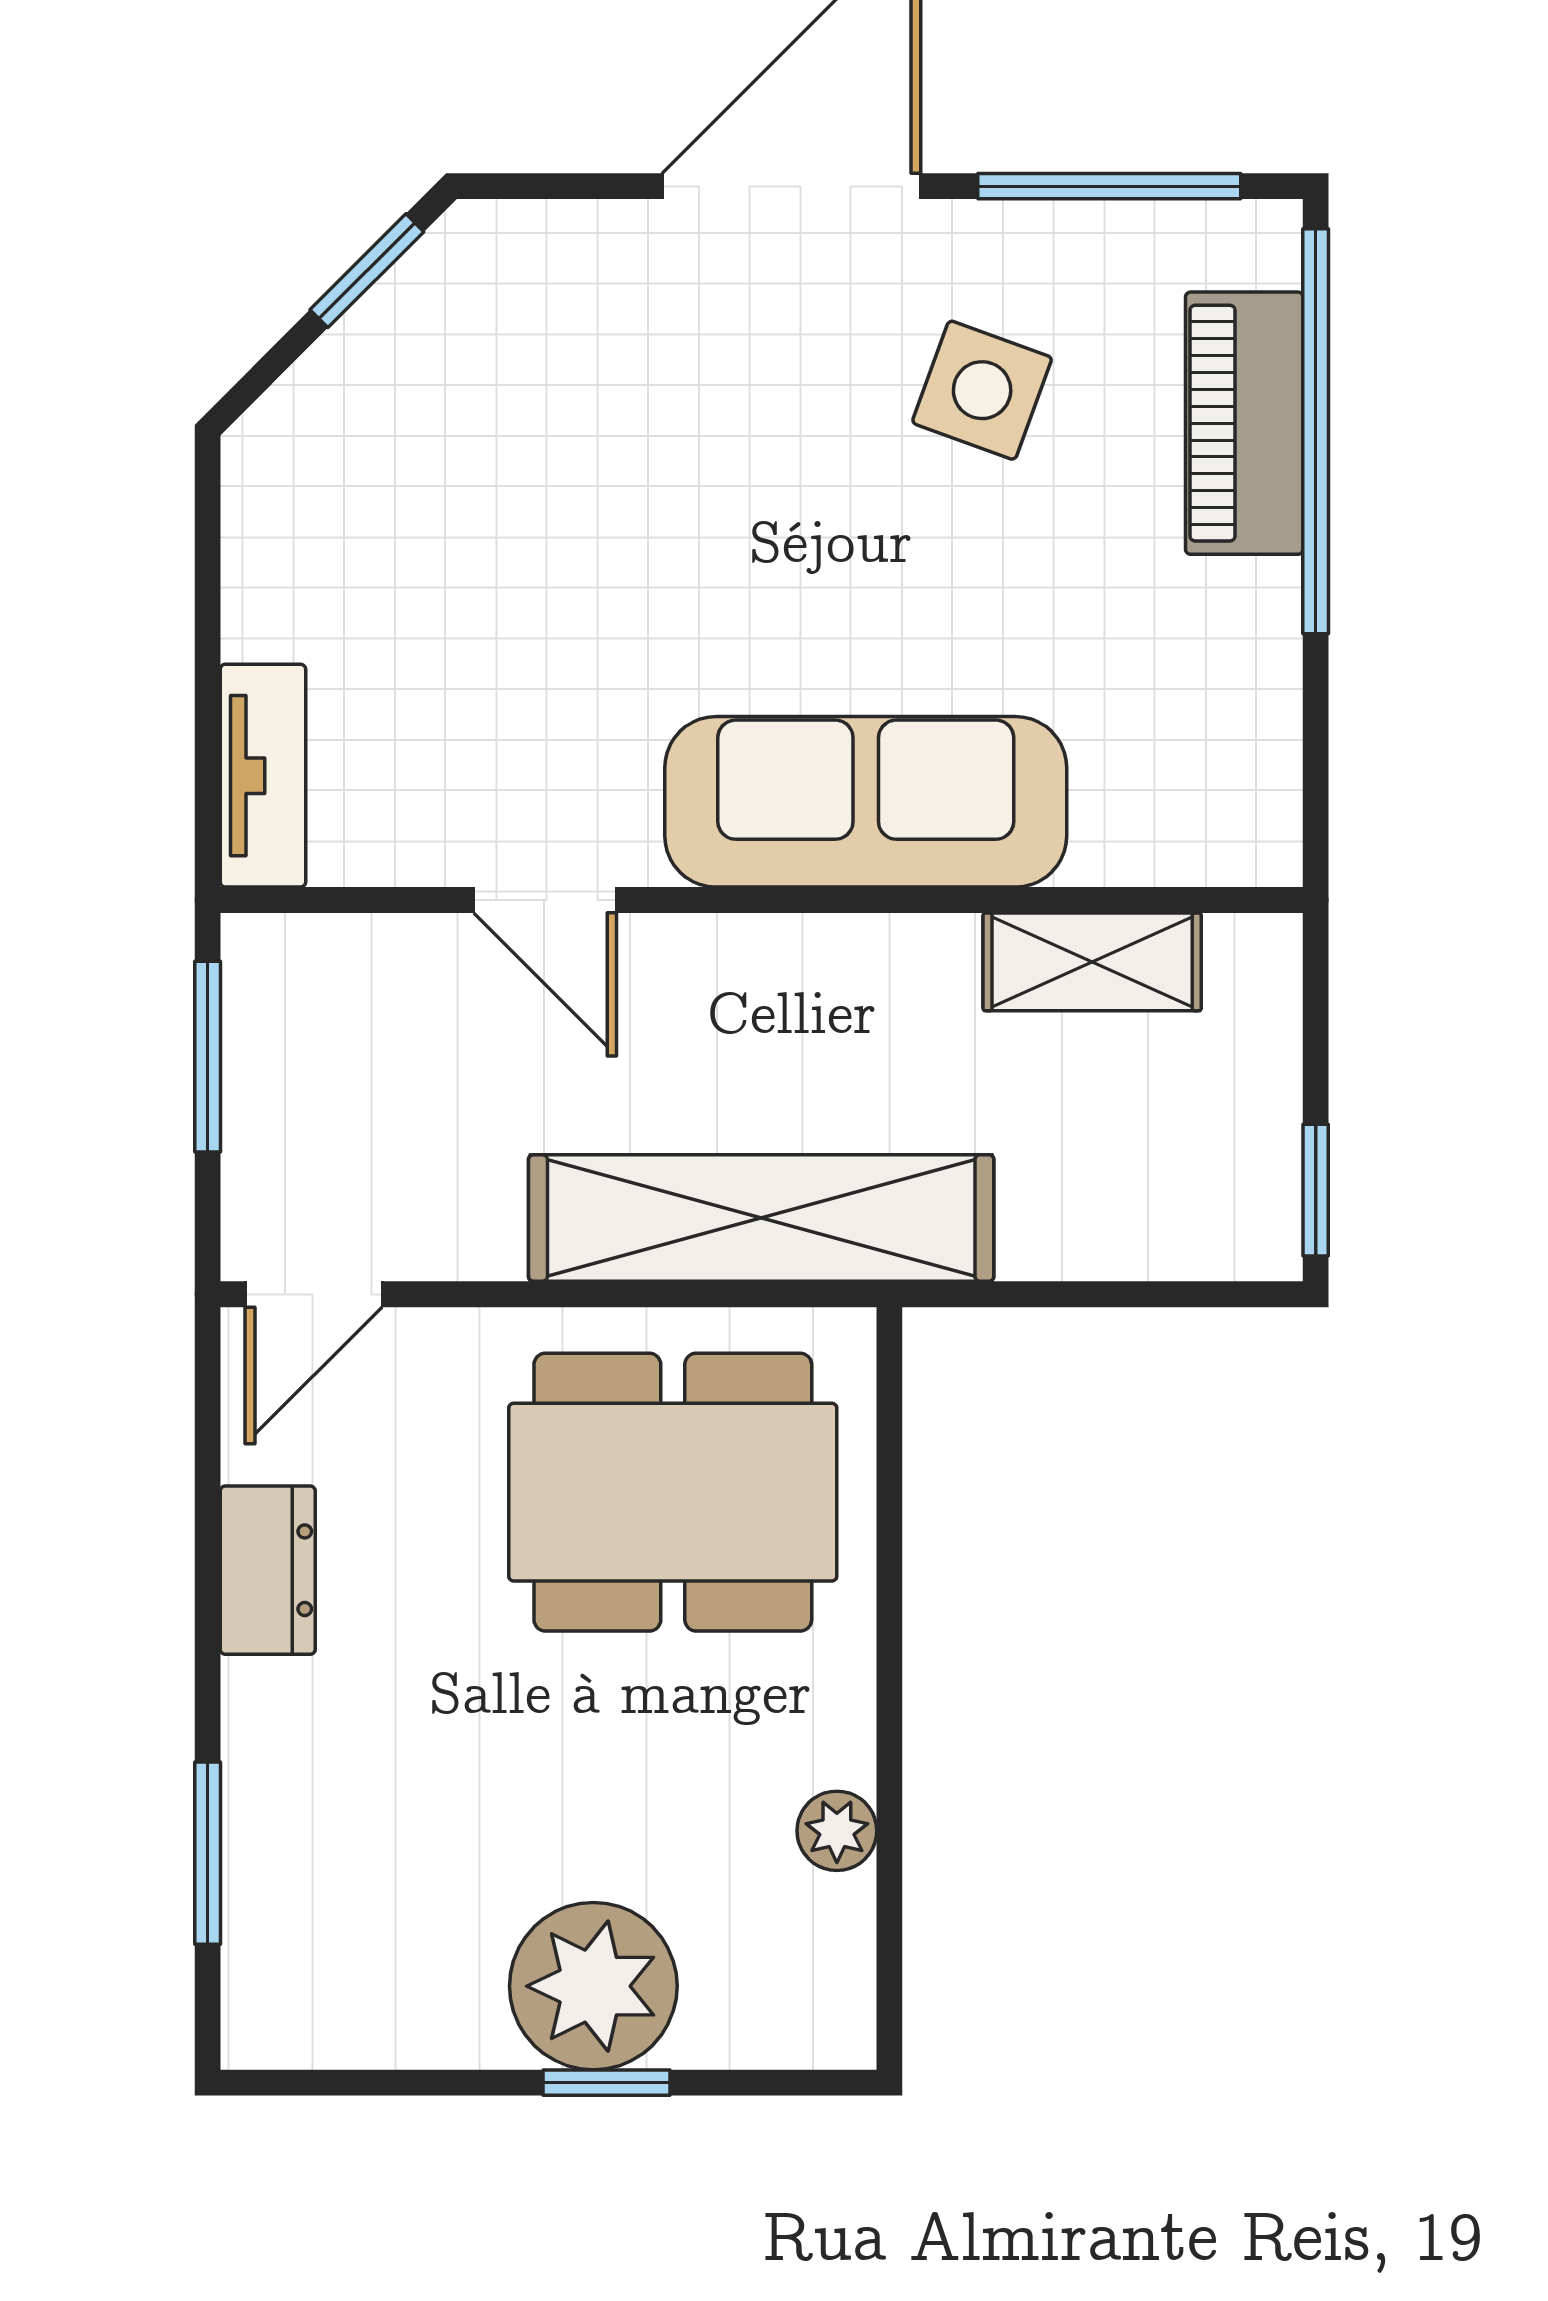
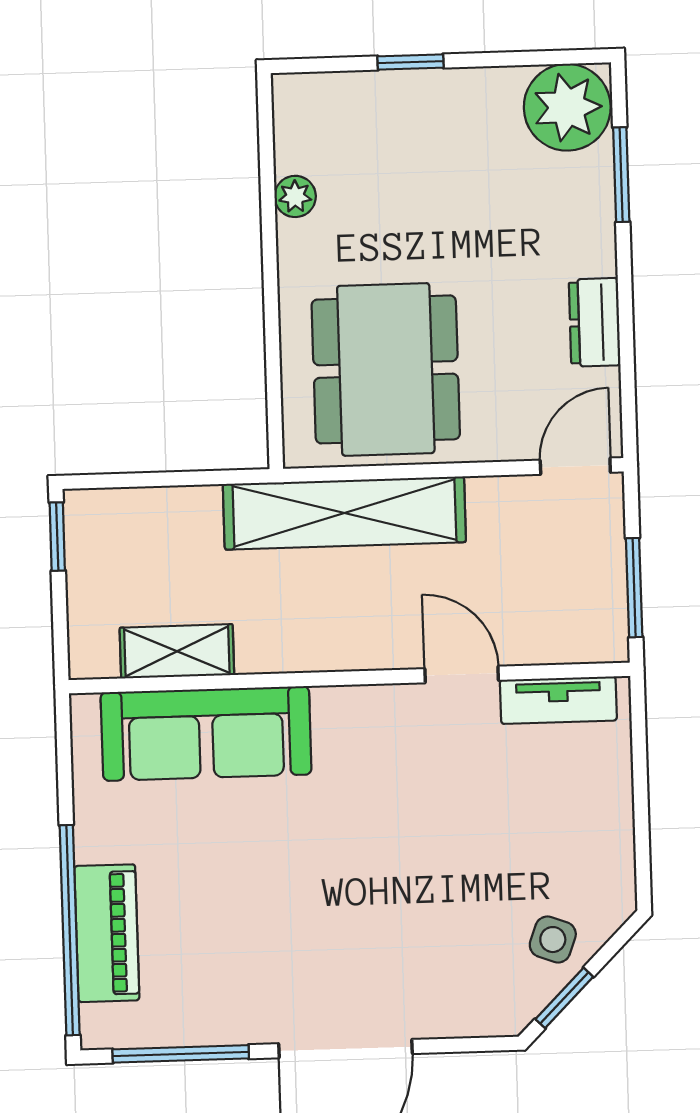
side table: (982, 390) -> (553, 940), moved, width x0.73, depth x0.73
tv unit: (263, 776) -> (558, 700), moved, turned -90
sofa: (866, 802) -> (206, 733), moved
dining table: (673, 1492) -> (386, 369), turned 90
plant: (593, 1986) -> (567, 107), moved

